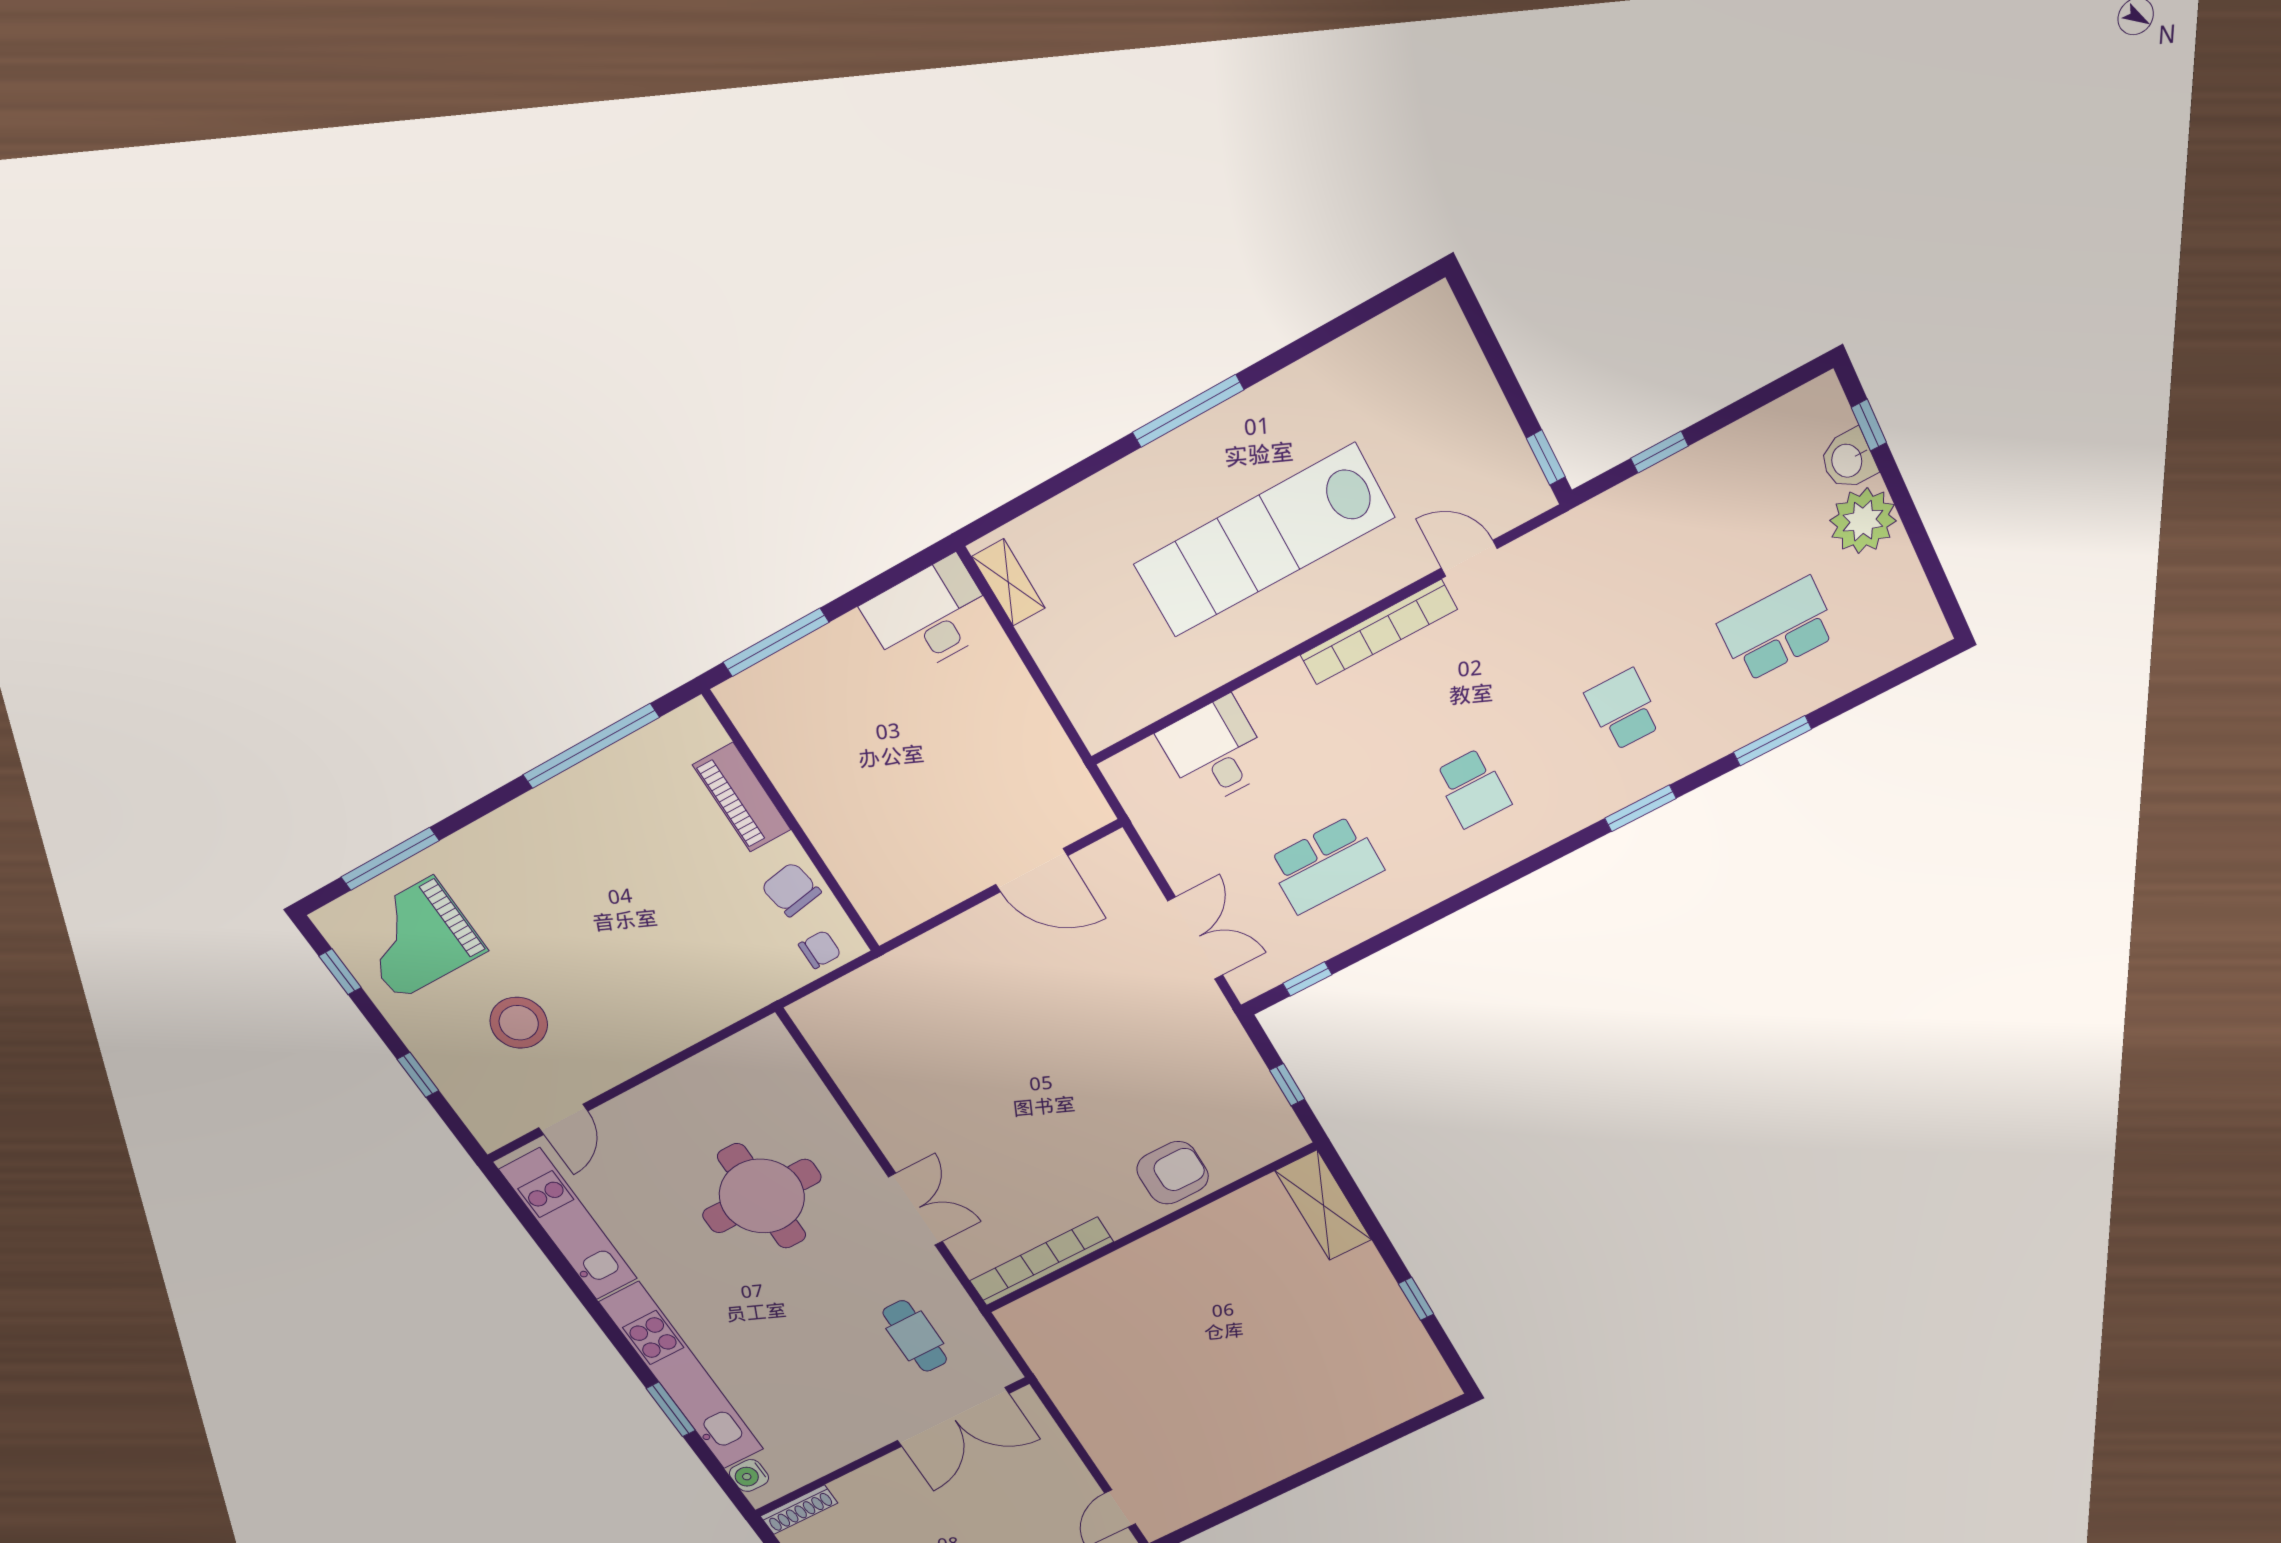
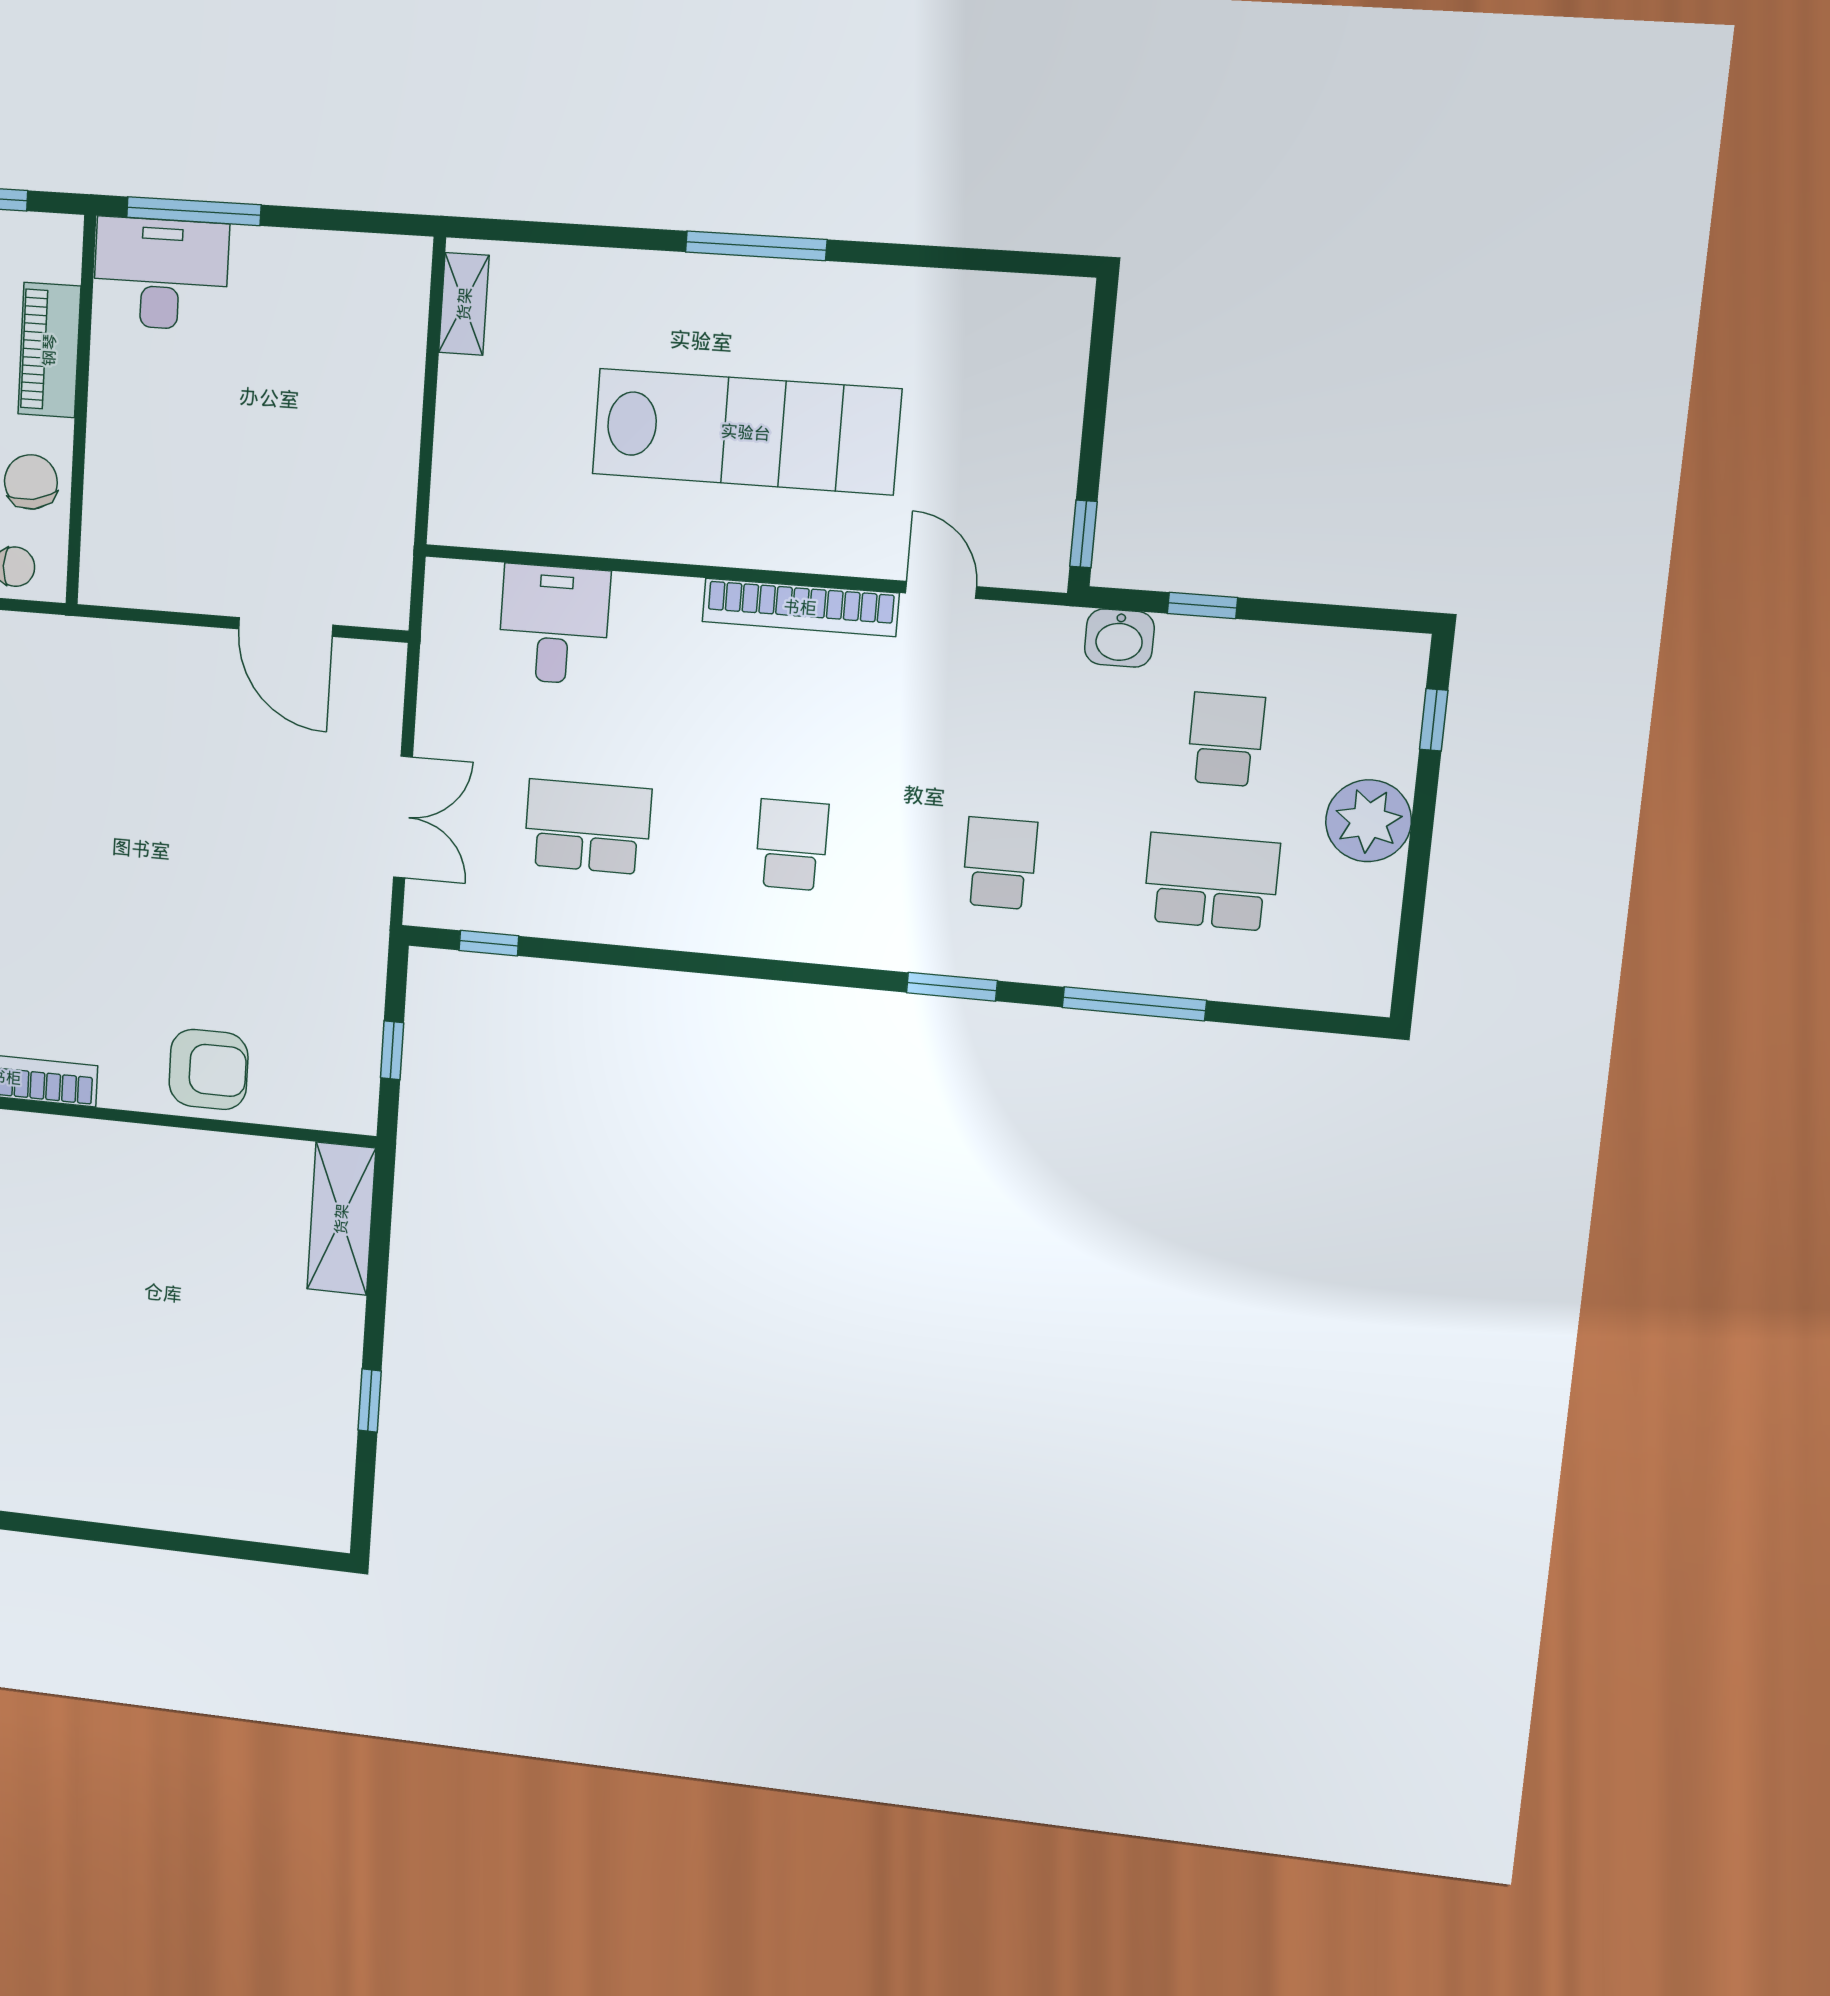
washbasin: (1848, 460) -> (1119, 638), moved, turned -90
school desk: (1730, 531) -> (1226, 739), added
lab bench: (1264, 541) -> (746, 432), turned 180
desk: (930, 617) -> (161, 274), moved
window: (1772, 741) -> (1134, 1004), width x1.44
school desk: (1473, 788) -> (792, 845), turned 180
school desk: (1325, 865) -> (588, 827), turned 180

